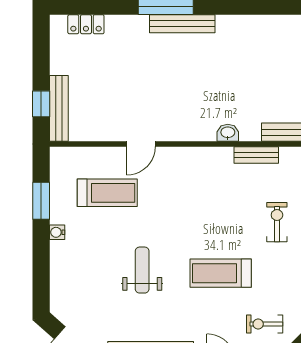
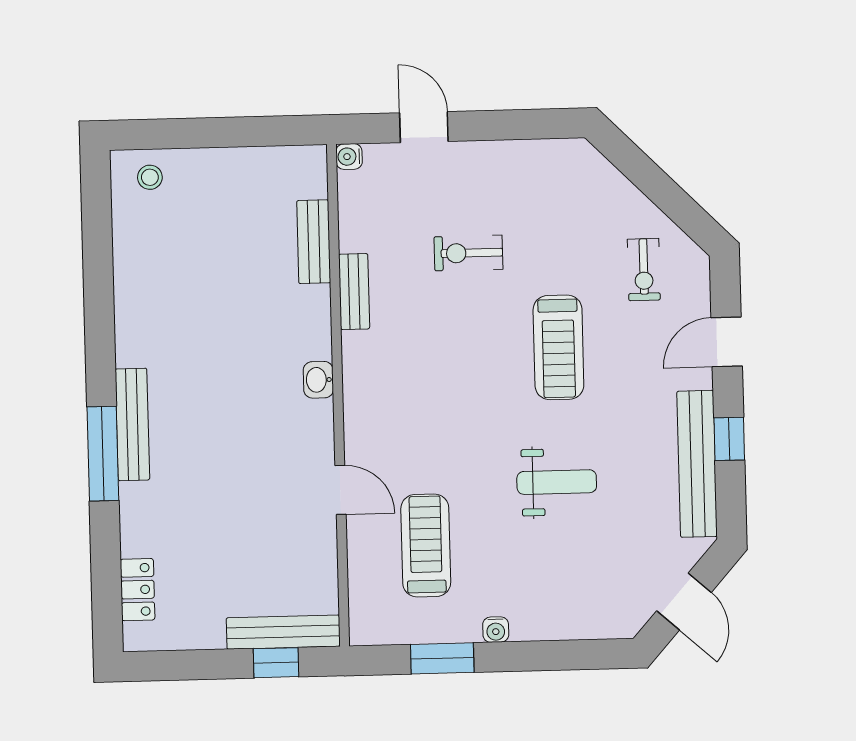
washbasin: (228, 133) -> (318, 380), moved
weight bench: (142, 270) -> (557, 482), turned 180

